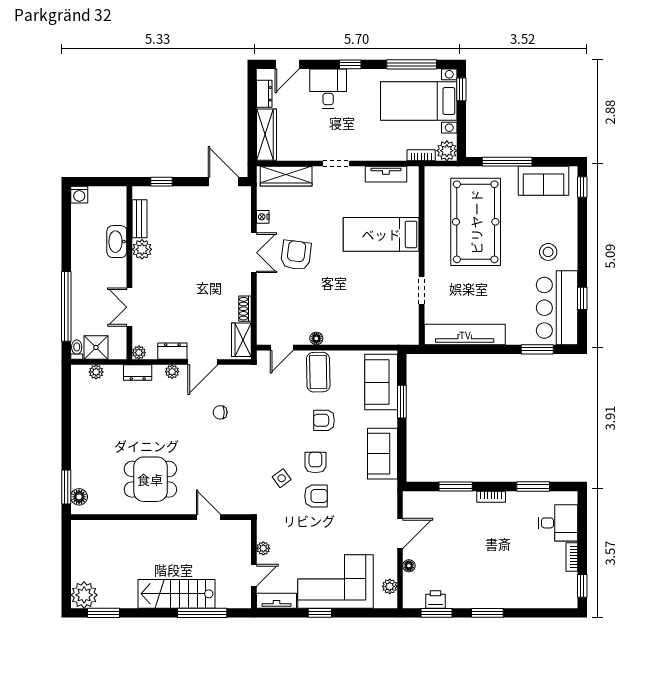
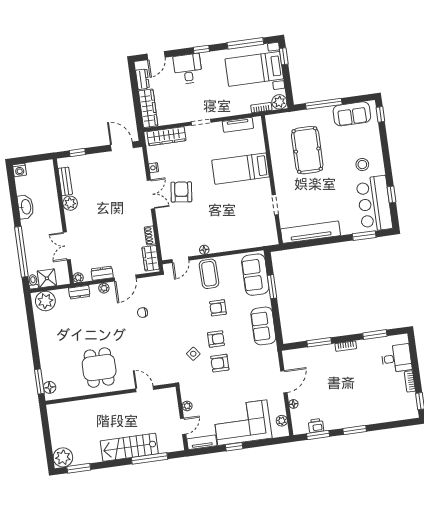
pool table: (476, 222) -> (307, 150), width x0.73, depth x0.76
washbasin: (117, 242) -> (26, 207), moved, turned 180
plant: (96, 372) -> (45, 301), width x1.87, depth x1.87
armchair: (315, 462) -> (216, 339), turned 90
dining table: (150, 479) -> (99, 368), turned 90
armchair: (316, 496) -> (220, 363), turned 180

